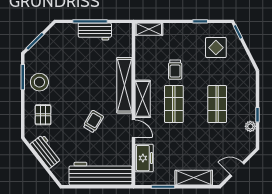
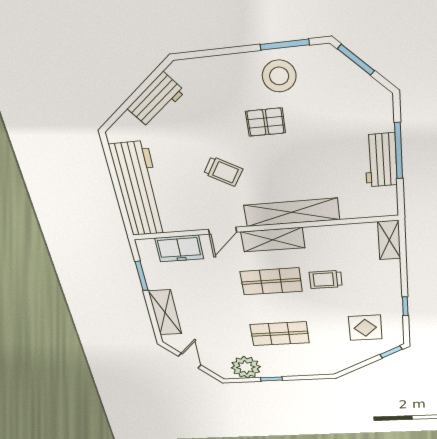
pallet: (43, 115) -> (266, 122), moved
plant: (250, 126) -> (246, 367), width x1.88, depth x1.88

